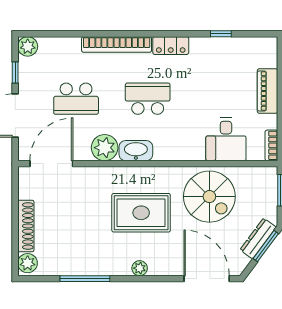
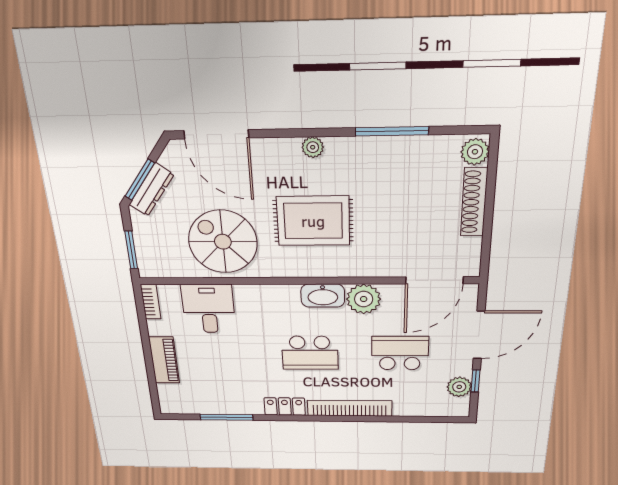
window: (221, 34) -> (227, 417), width x2.17
plant: (28, 46) -> (459, 387), moved

